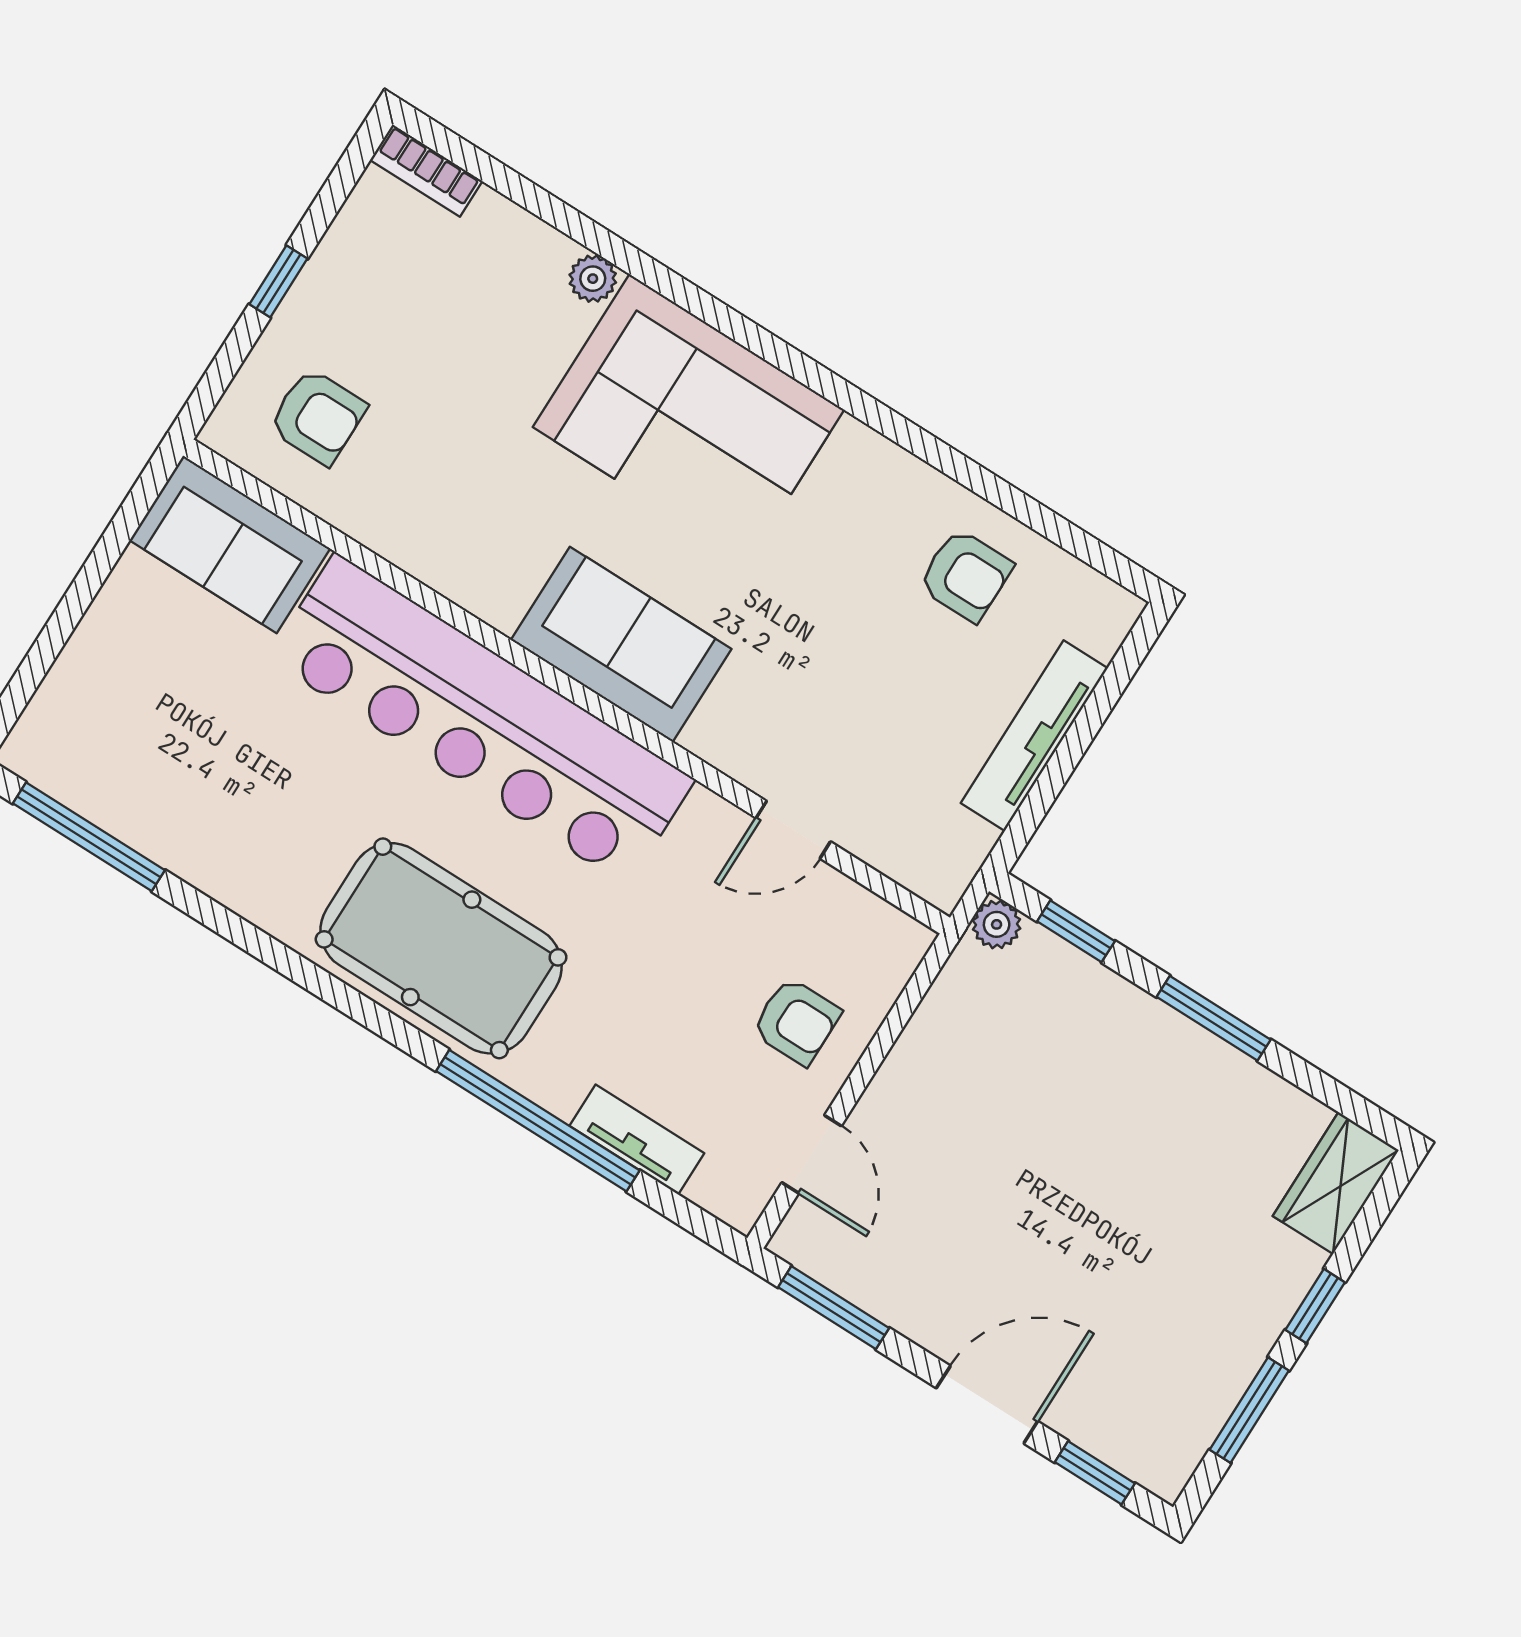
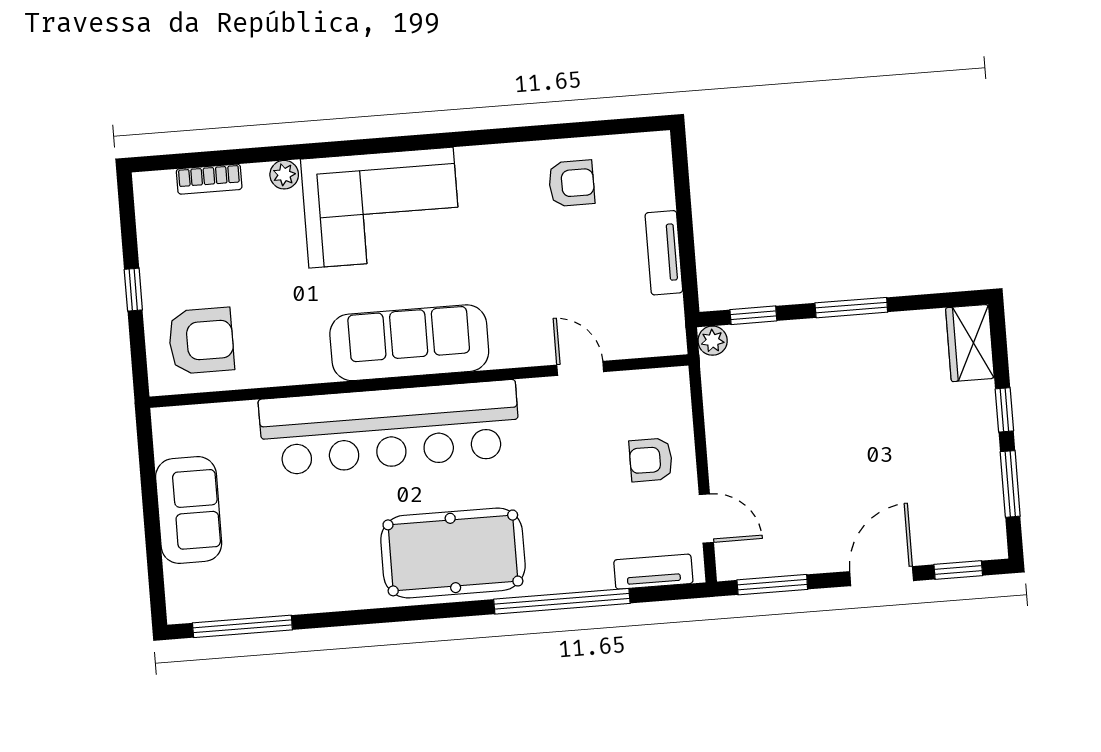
bookcase: (426, 171) -> (209, 179), moved
armchair: (318, 417) -> (201, 341), width x1.38, depth x1.38
sofa: (230, 544) -> (189, 510), moved, turned -90
sofa: (621, 644) -> (409, 343), width x1.36
tv unit: (1034, 736) -> (664, 253), width x0.71
door: (793, 830) -> (580, 368), swing flipped
armchair: (796, 1021) -> (651, 460), turned 180
tv unit: (637, 1140) -> (653, 572), moved

